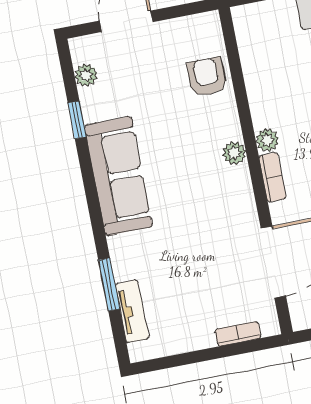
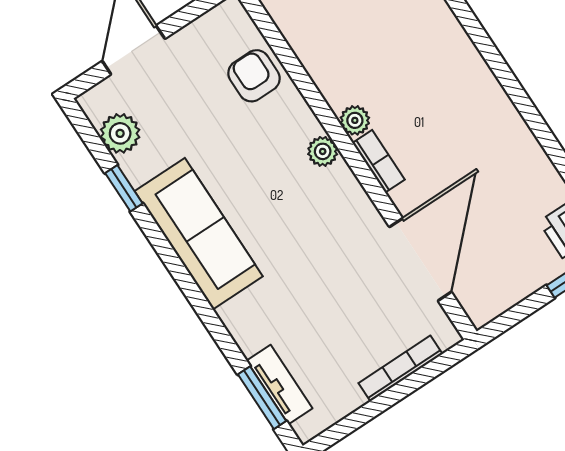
plant: (86, 75) -> (120, 133), width x1.38, depth x1.38
window: (109, 285) -> (262, 398), moved
bookcase: (238, 334) -> (401, 369), width x1.56

